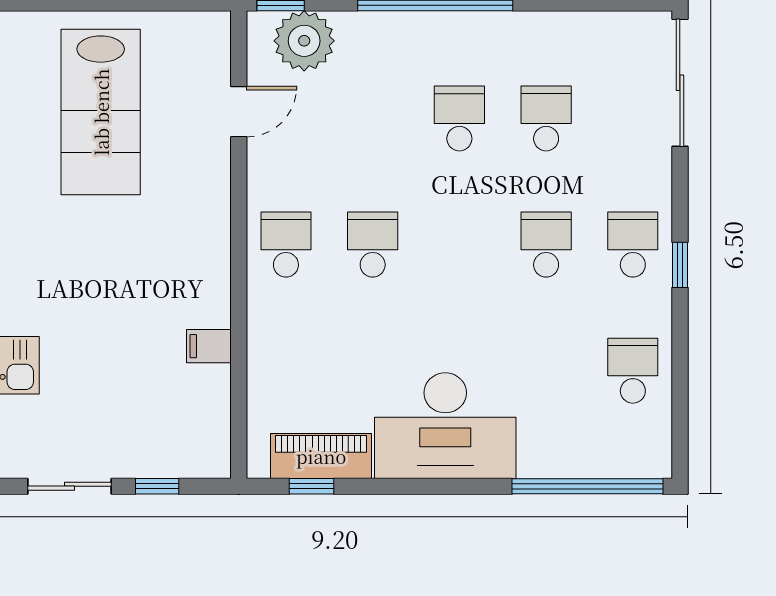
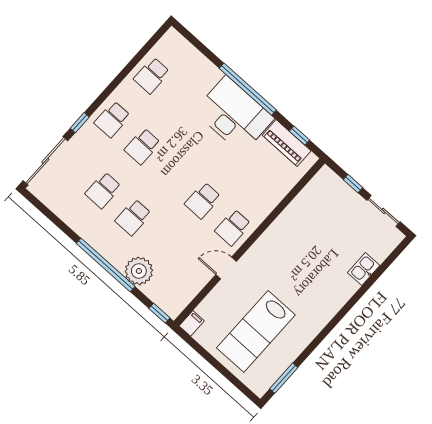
plant: (304, 41) -> (139, 271), moved
lab bench: (101, 112) -> (256, 331), turned 180
door: (239, 112) -> (226, 268), moved
window: (680, 265) -> (80, 123), moved
filing cabinet: (209, 346) -> (192, 323), moved, turned -90
window: (588, 486) -> (248, 89), moved

